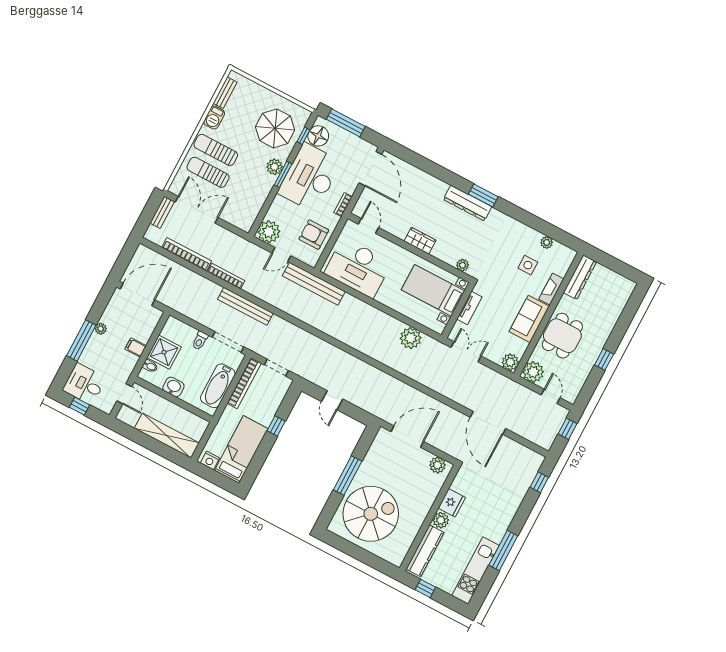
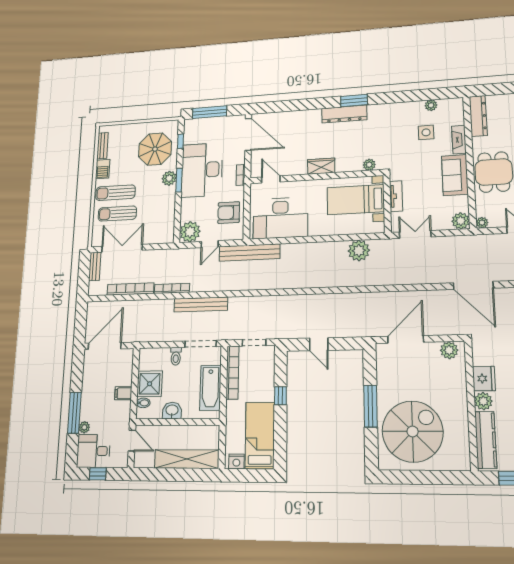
floor lamp: (318, 136) -> (193, 135), removed
plant: (101, 329) -> (84, 427), moved
plant: (533, 372) -> (482, 223), width x0.53, depth x0.53

